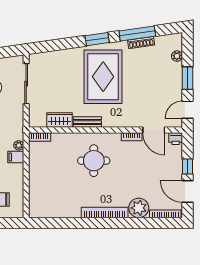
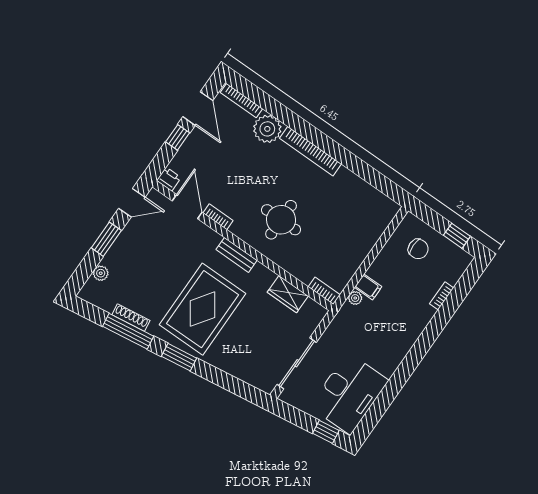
bench: (87, 122) -> (236, 255), moved

